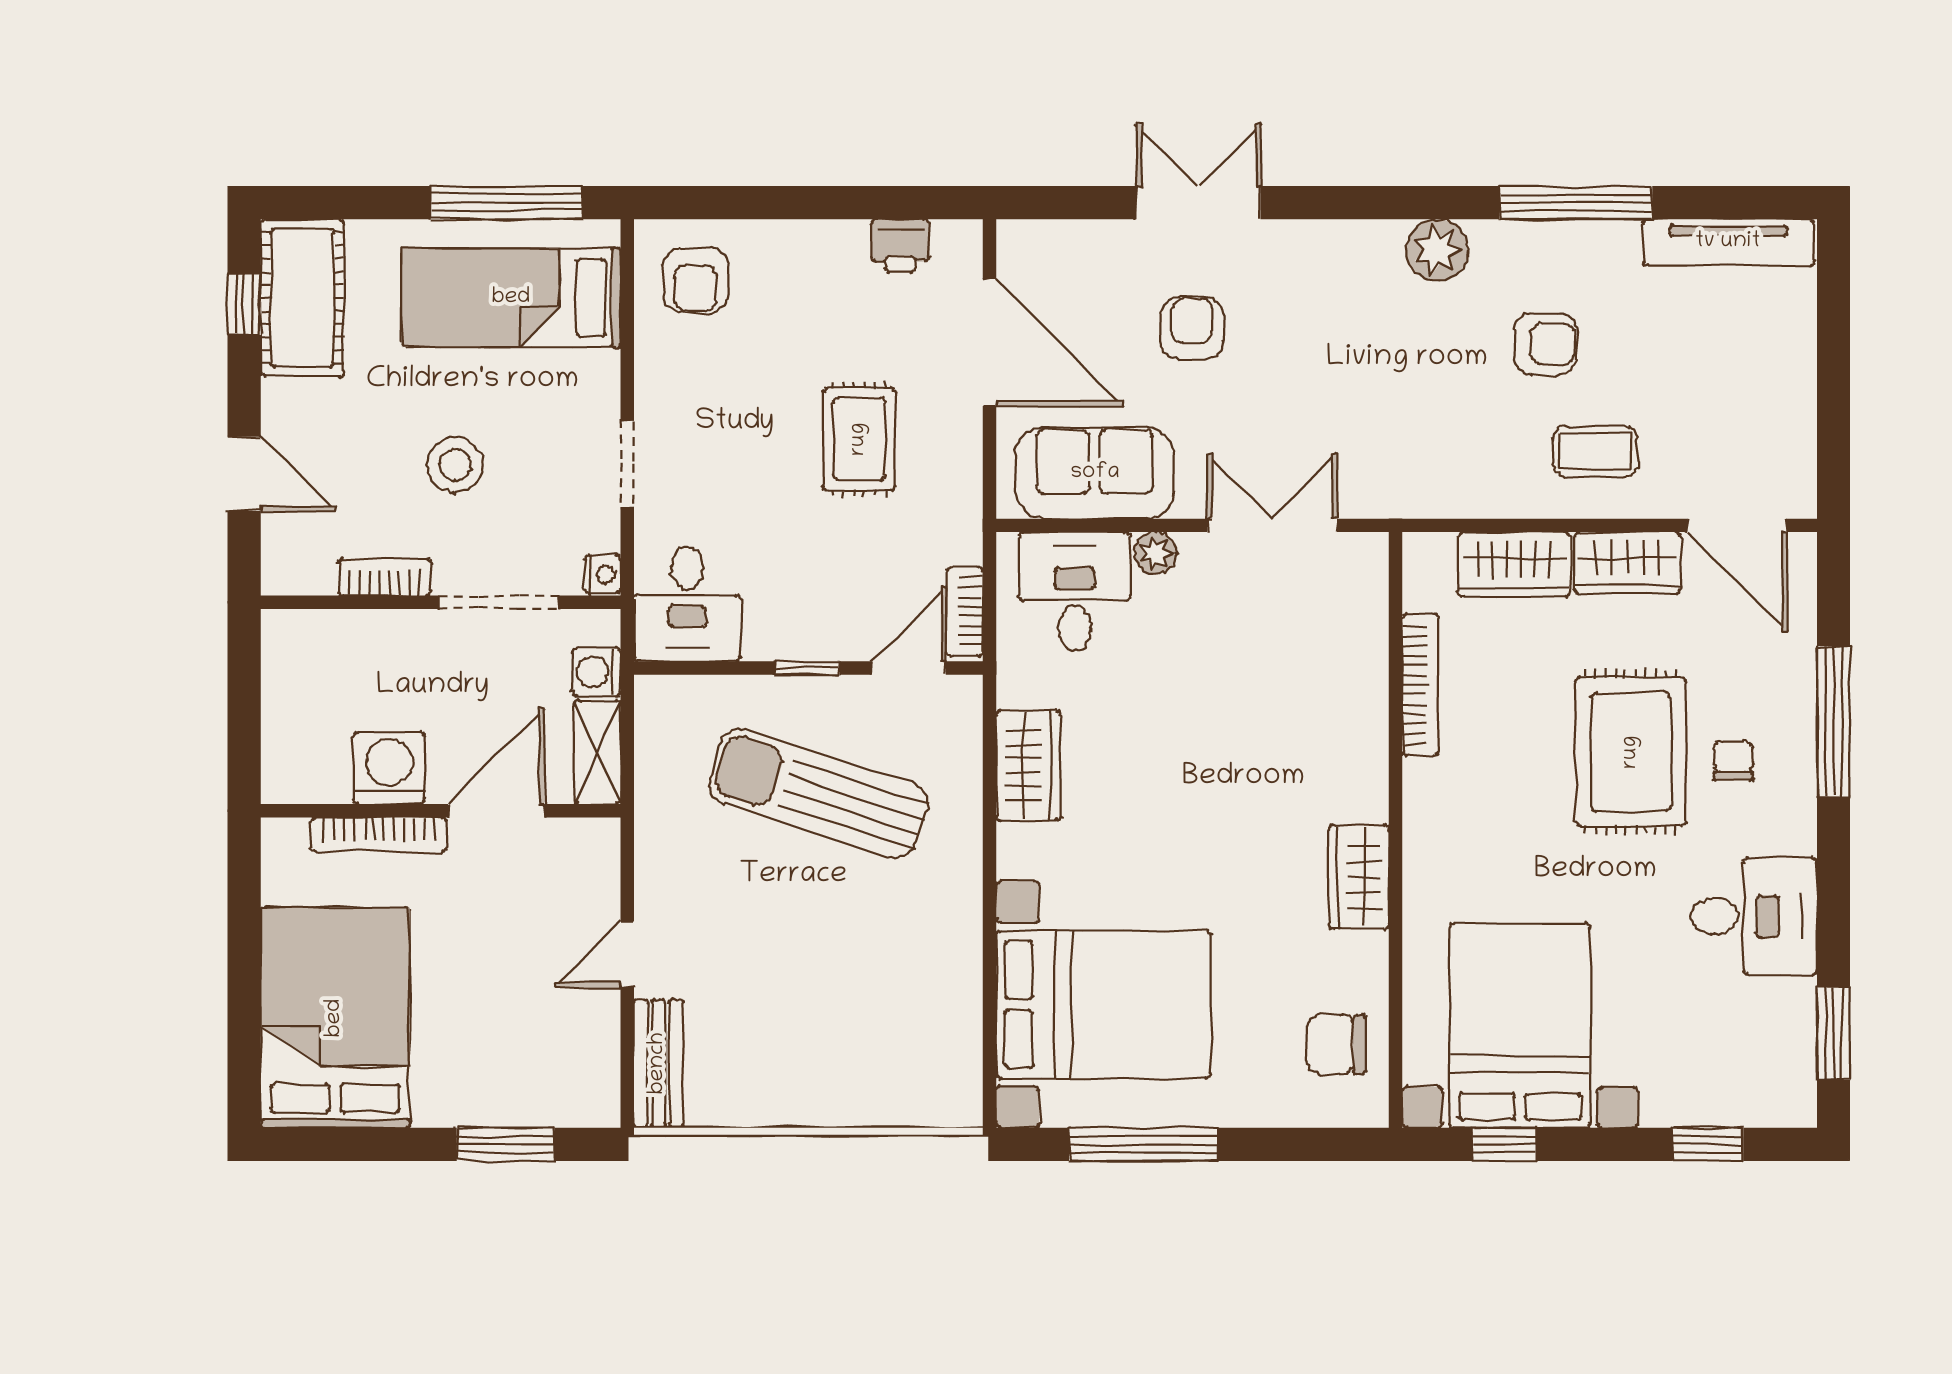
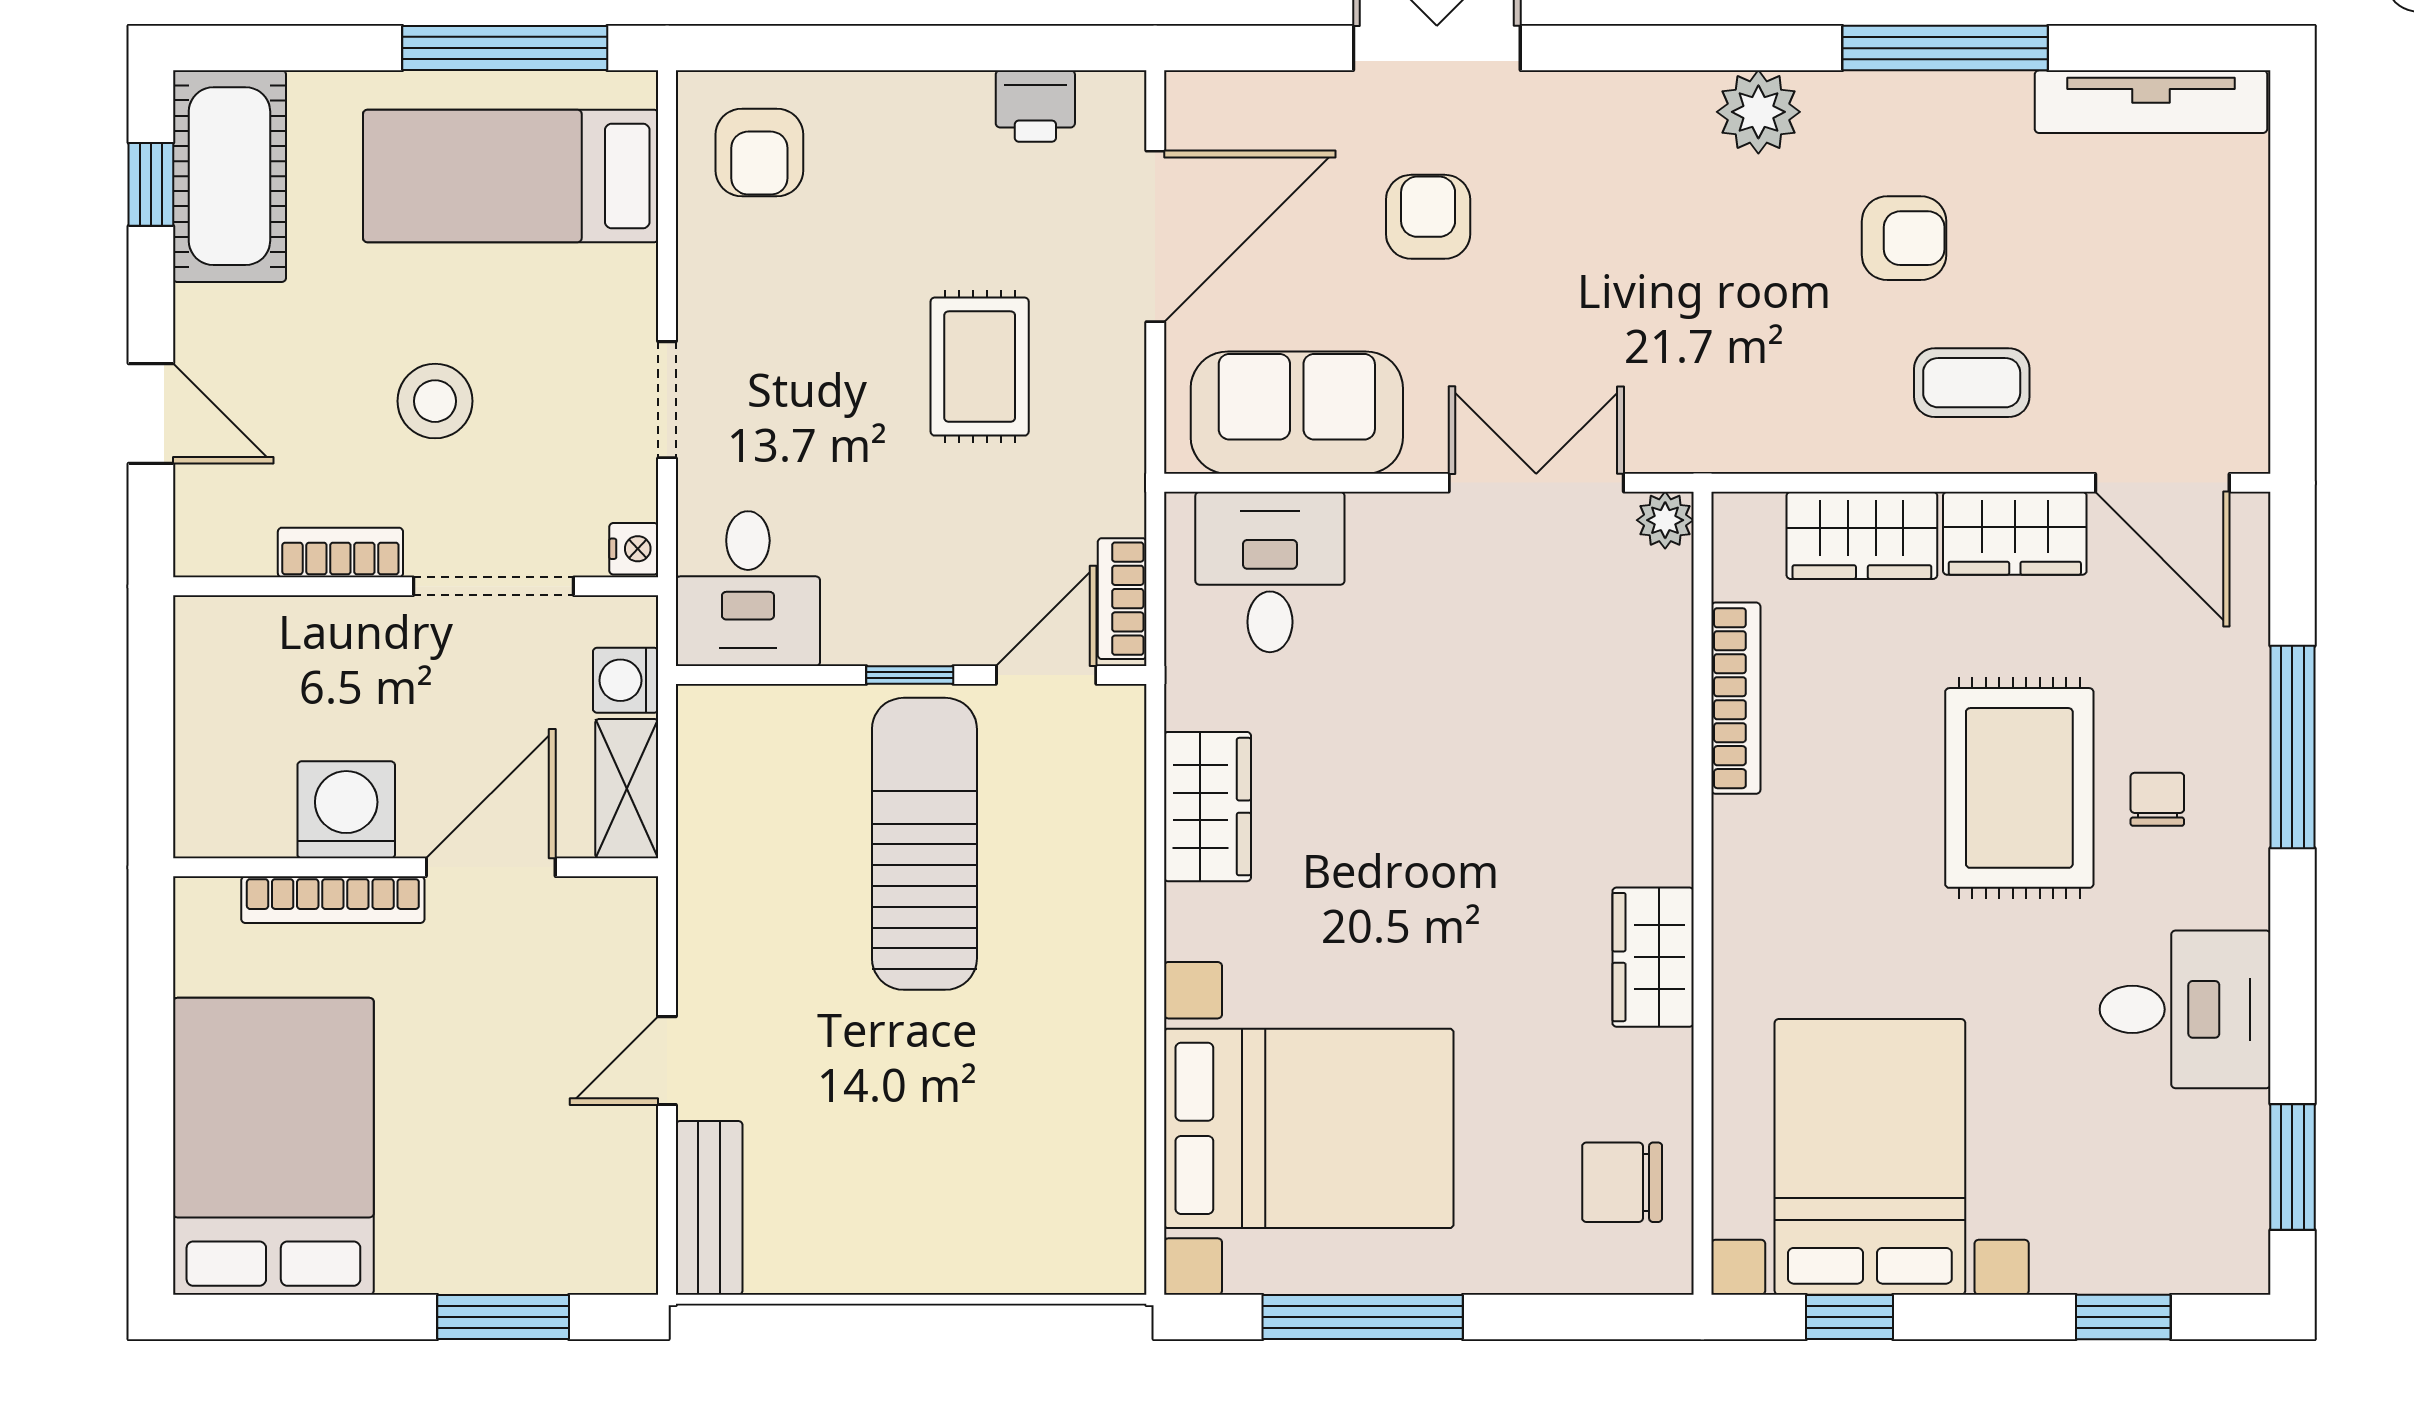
door: (989, 343) -> (1155, 236), hinge flipped
plant: (1155, 553) -> (1665, 520), moved
sun lounger: (818, 793) -> (924, 844), turned 72

